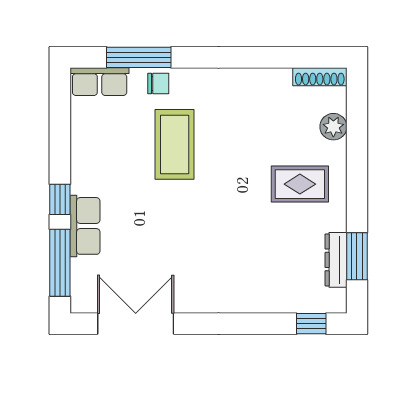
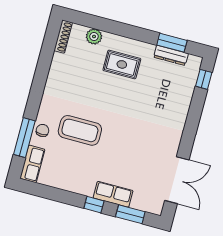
rug: (300, 184) -> (122, 64), turned 90
window: (60, 263) -> (130, 214), width x0.69
double door: (136, 324) -> (177, 180), swing flipped

